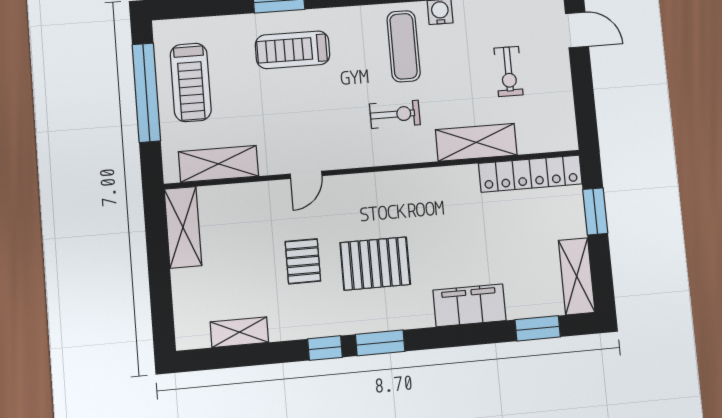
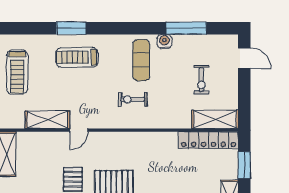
exercise bike: (395, 114) -> (133, 99), turned 180
shelving: (476, 142) -> (215, 119), moved
shelving: (218, 164) -> (47, 120), moved

